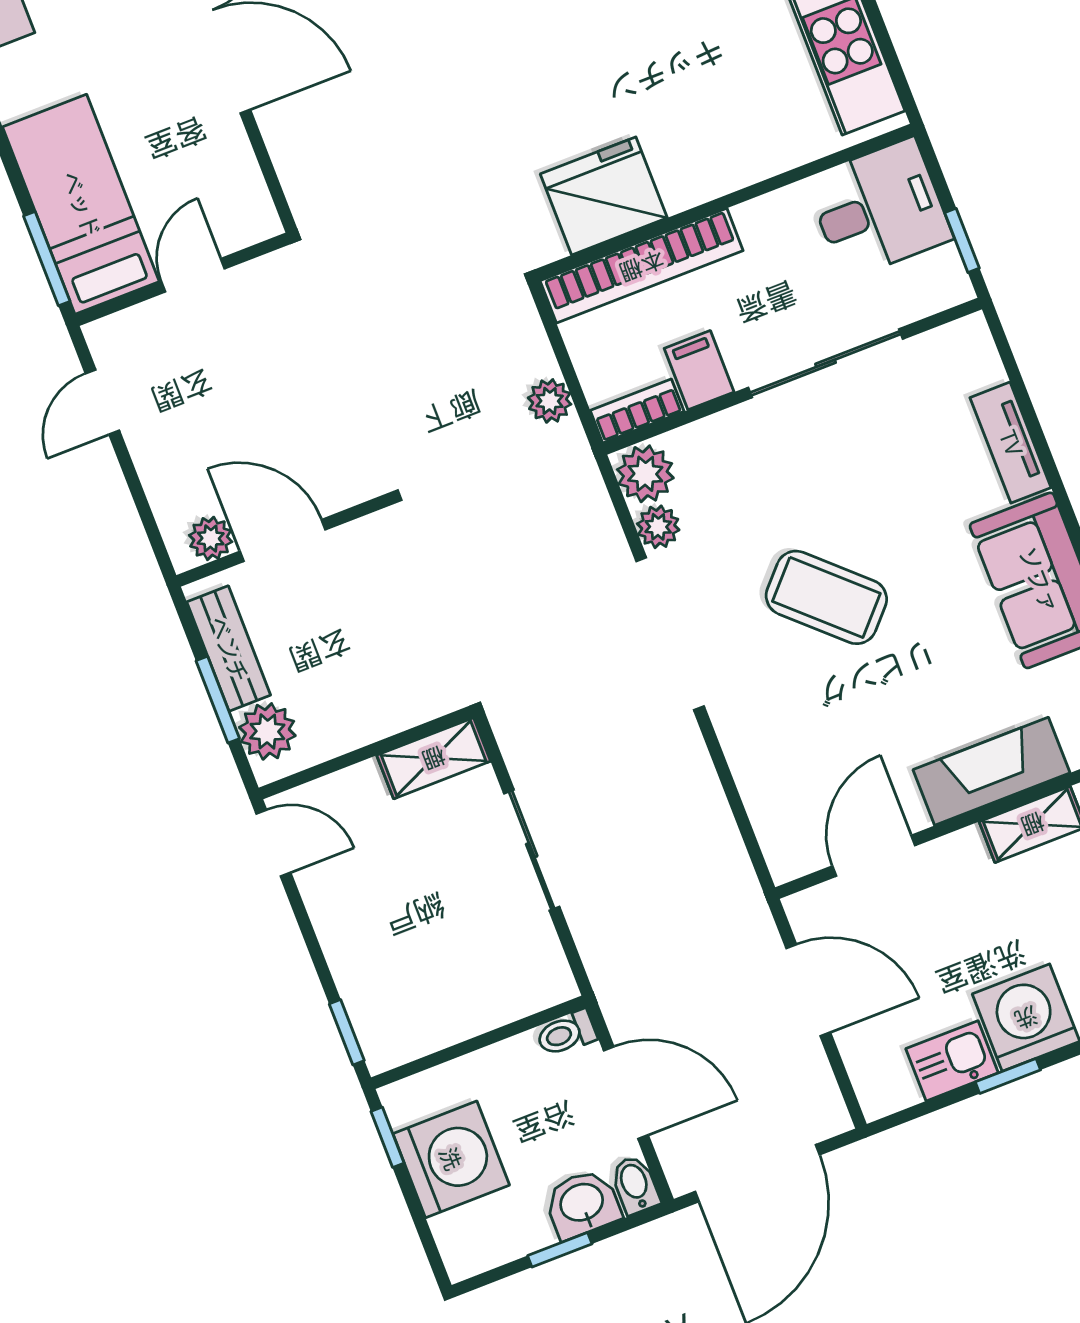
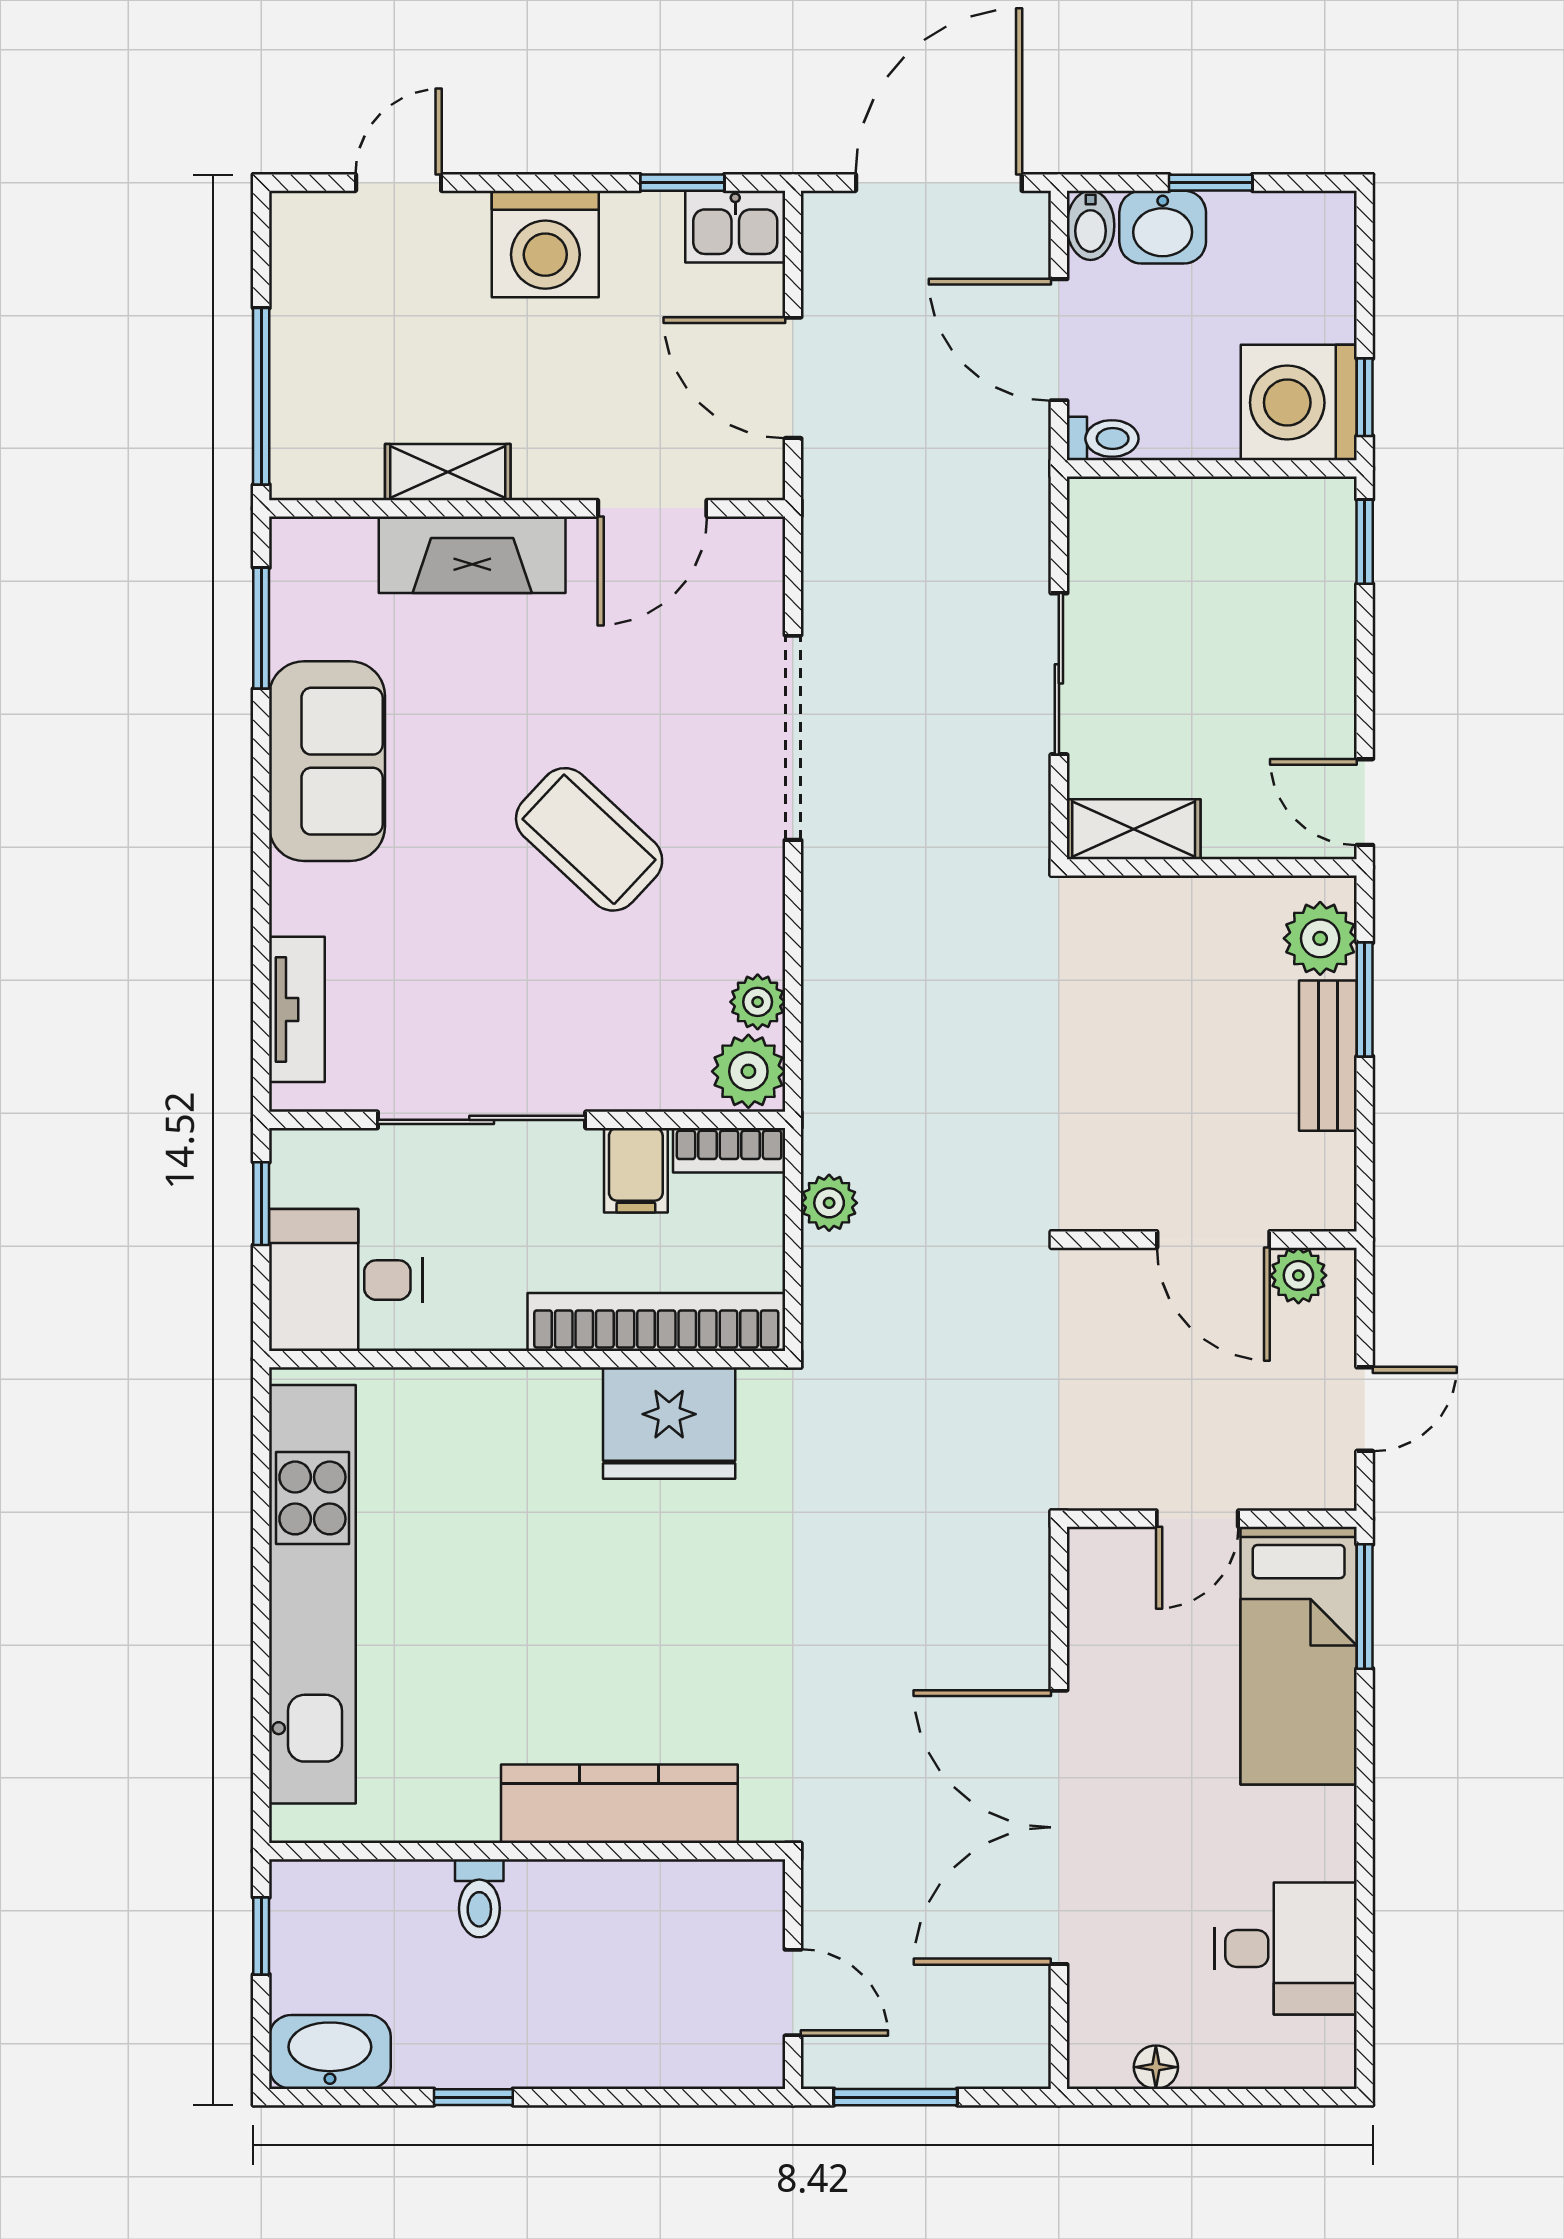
tv unit: (1011, 443) -> (297, 1009), moved
plant: (211, 538) -> (1298, 1275), moved
wall: (284, 540) -> (1212, 1240), moved
door: (283, 541) -> (1213, 1240), moved
doorway: (670, 634) -> (793, 738), moved
kitchen sink: (952, 1061) -> (735, 227), moved
window: (1008, 1076) -> (682, 183), moved
washing machine: (451, 1159) -> (1299, 403), moved

